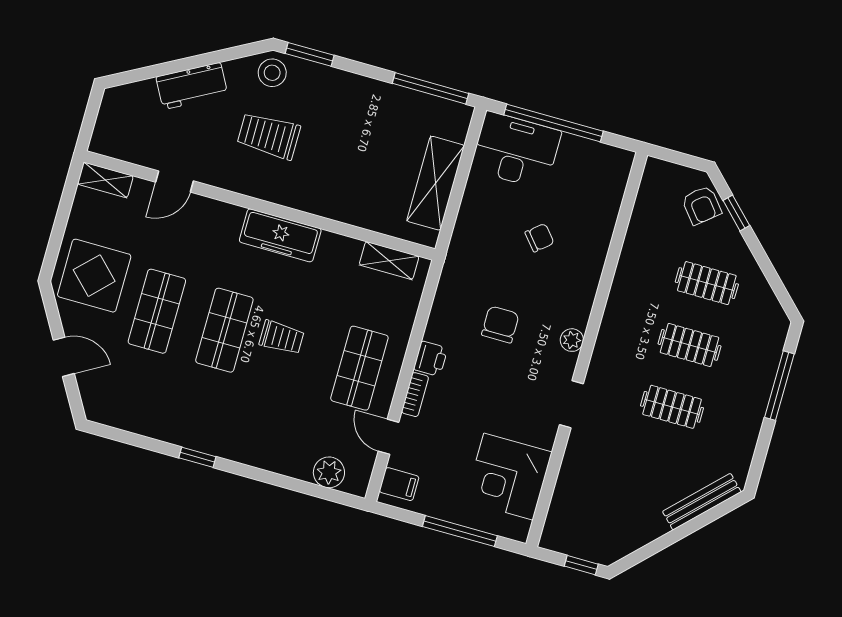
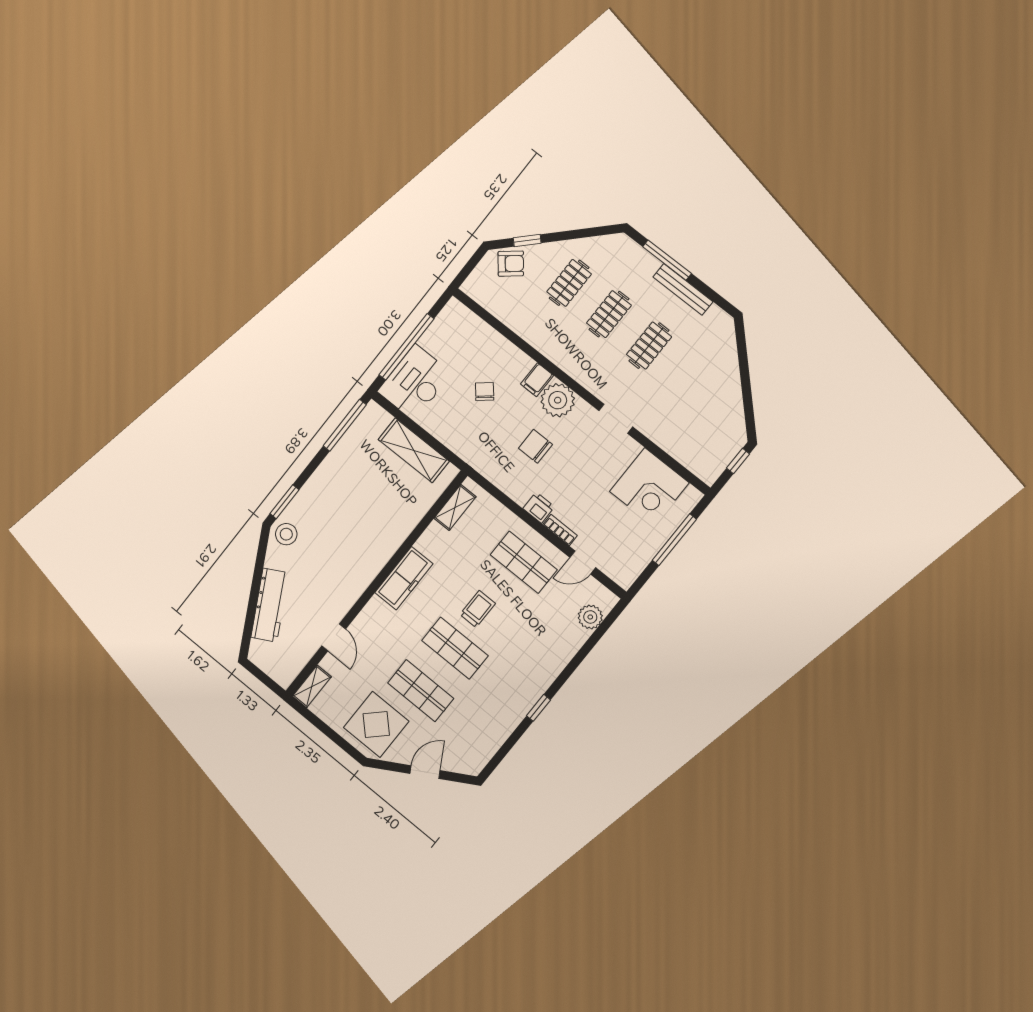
workbench: (192, 86) -> (270, 605), width x1.38
trolley: (269, 136) -> (330, 556), removed
plant: (572, 340) -> (558, 400), width x1.88, depth x1.88
filing cabinet: (399, 484) -> (537, 380), moved, turned 180
bench: (702, 502) -> (683, 289), moved, turned -45

